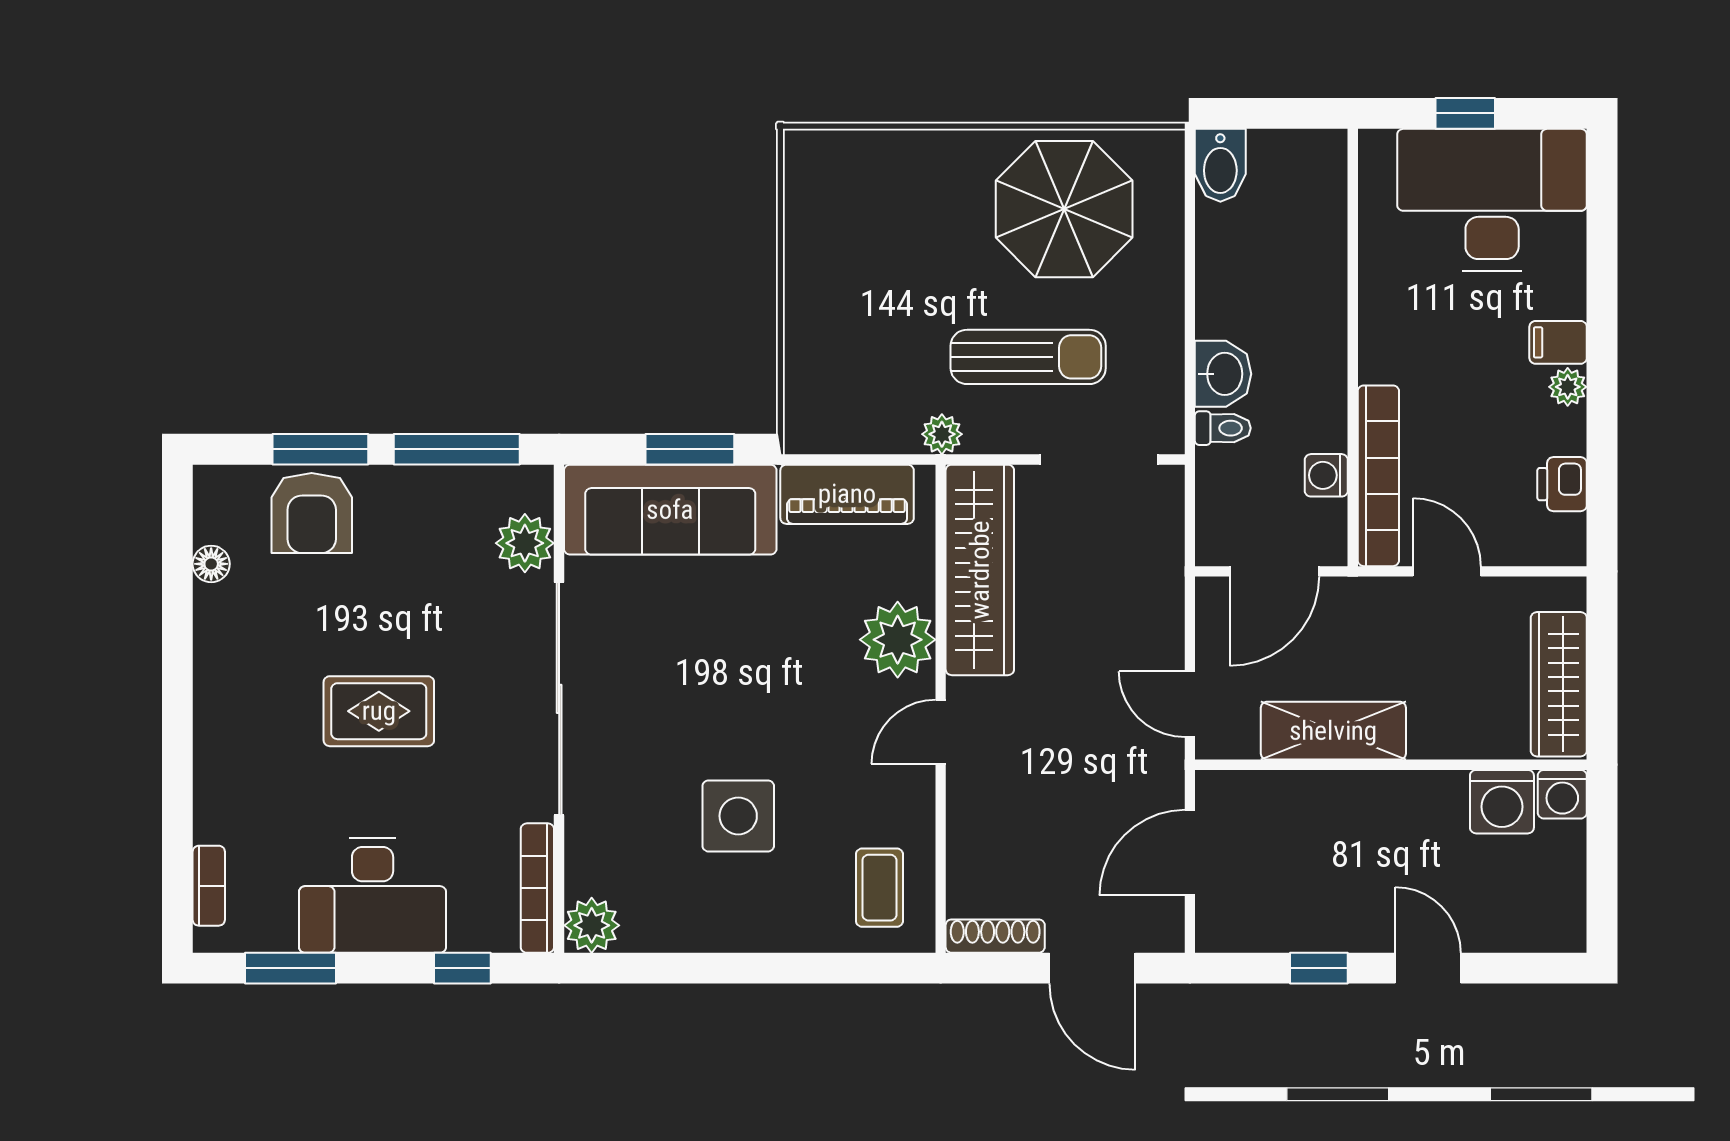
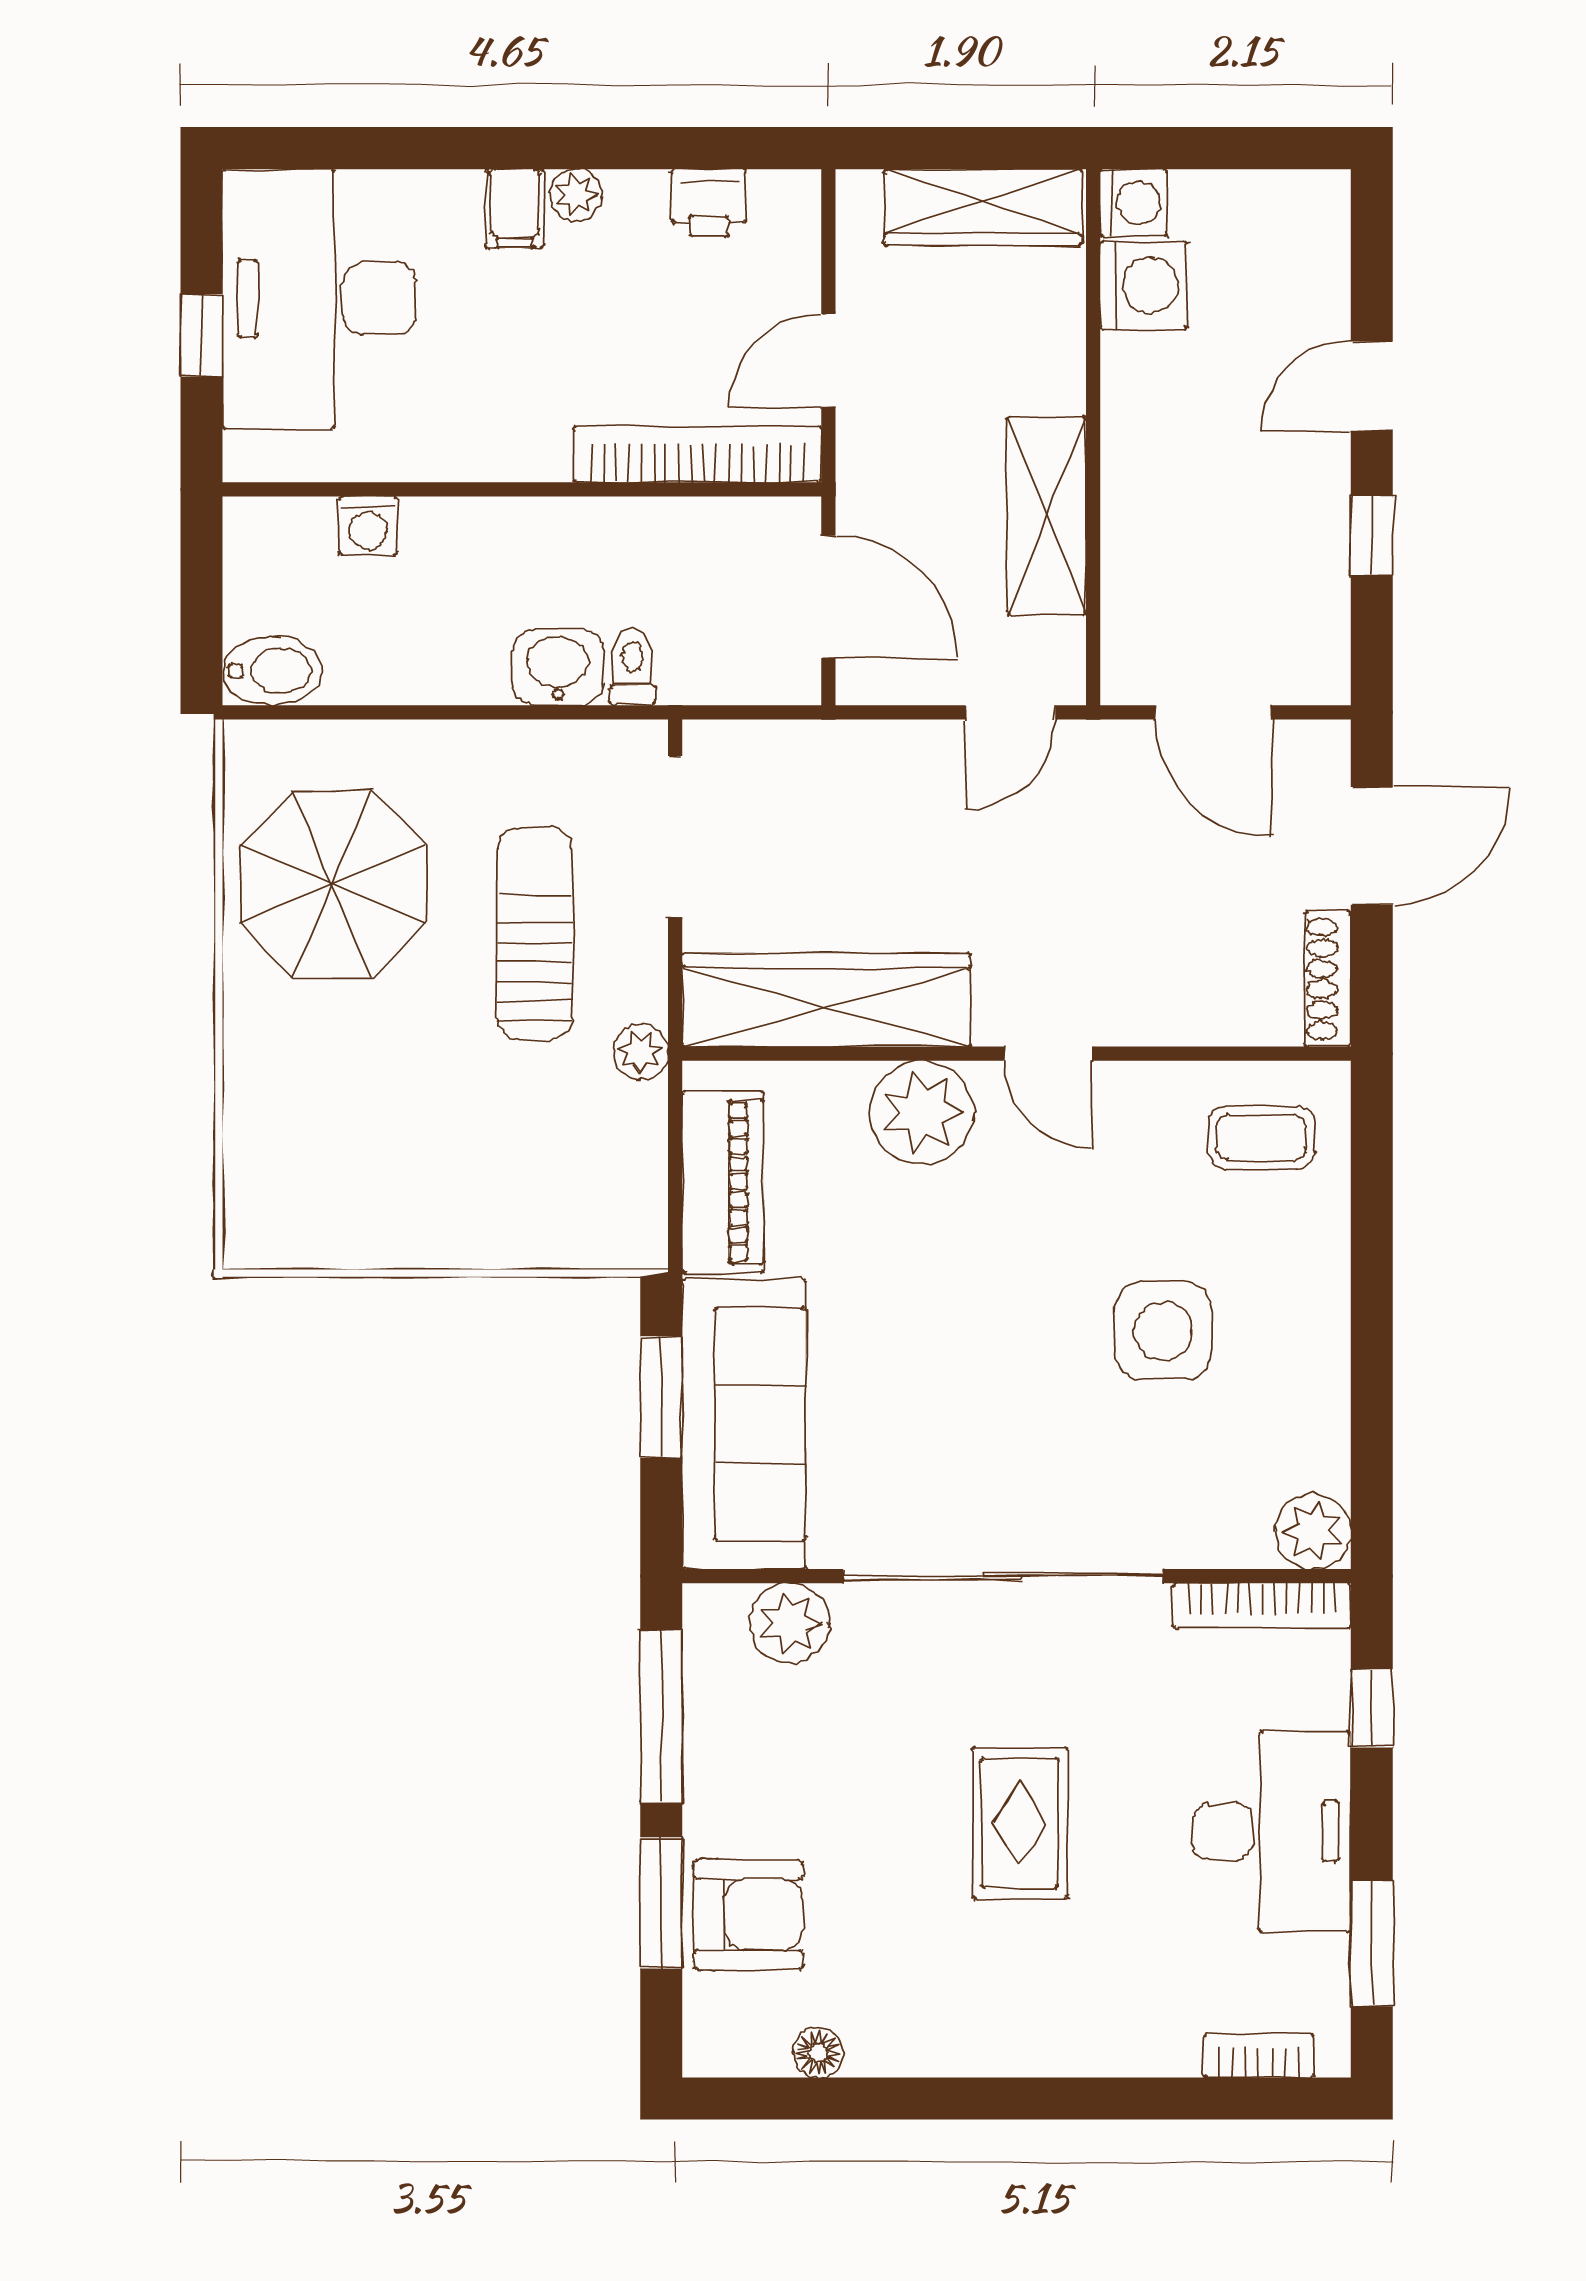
washing machine: (1326, 475) -> (368, 526), moved

